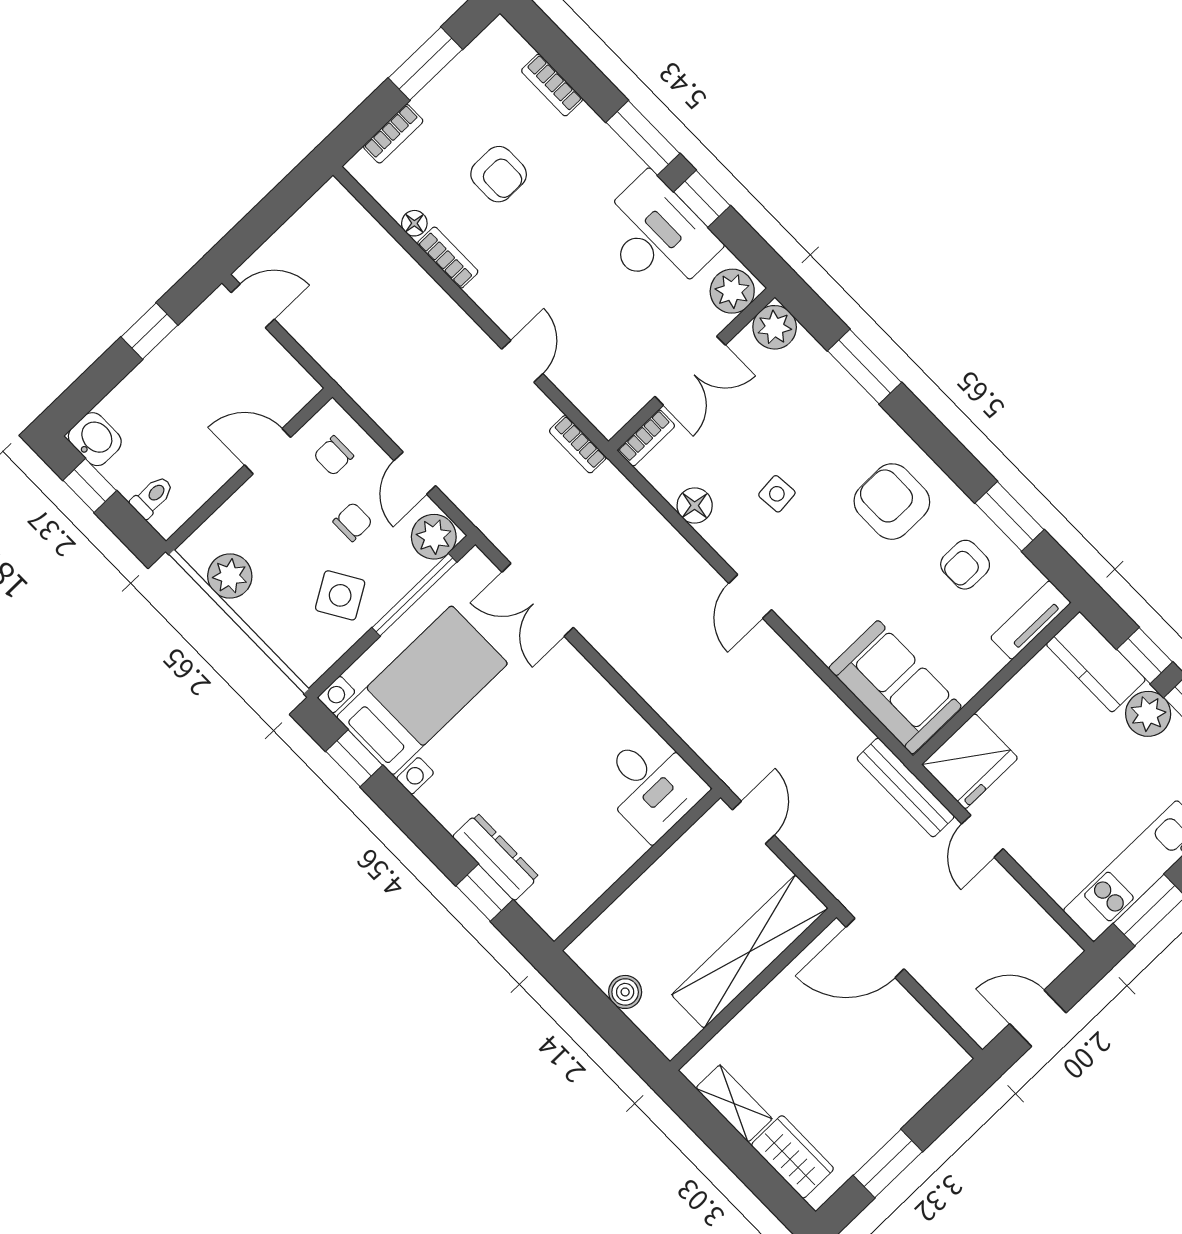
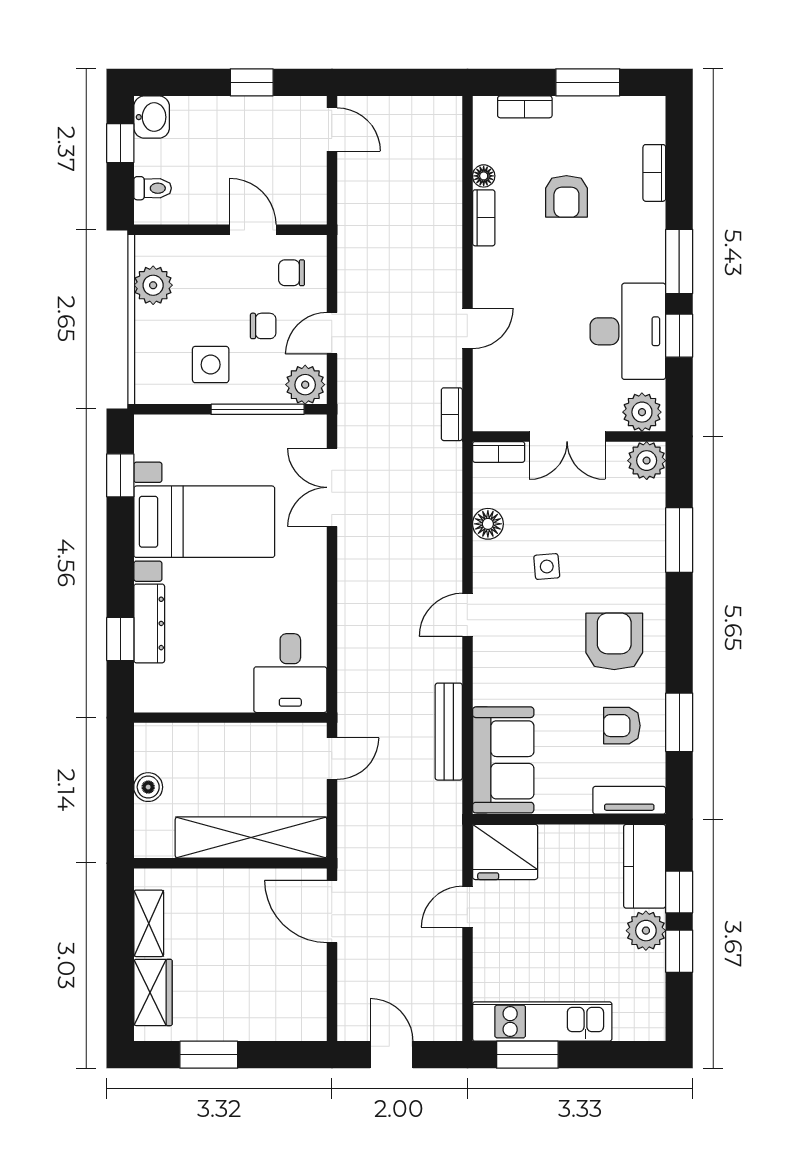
side table: (340, 595) -> (211, 365), turned 31
bed with nightstands: (422, 690) -> (204, 522), moved
bench: (906, 788) -> (449, 732), moved

